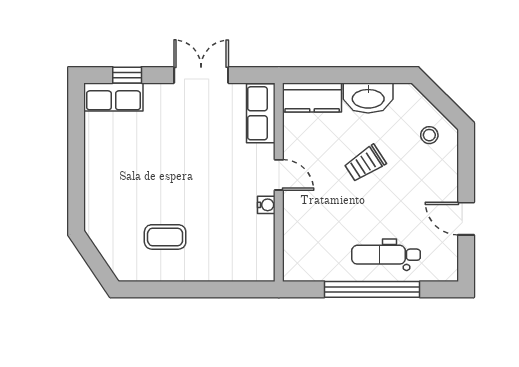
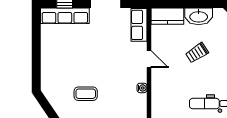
row of seats: (113, 97) -> (65, 16), width x1.48
water cooler: (266, 205) -> (142, 88), moved

